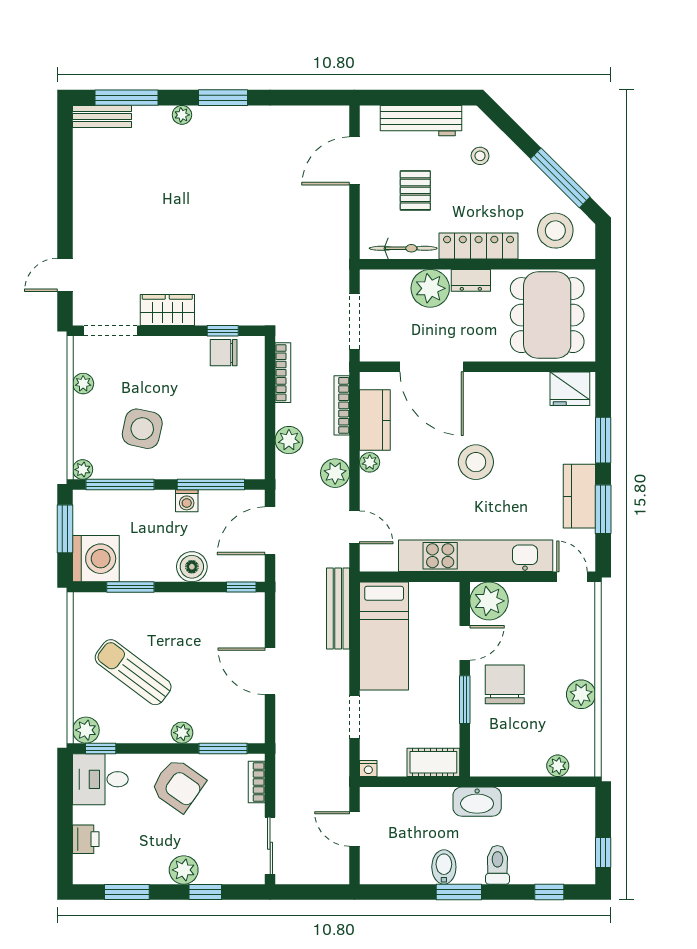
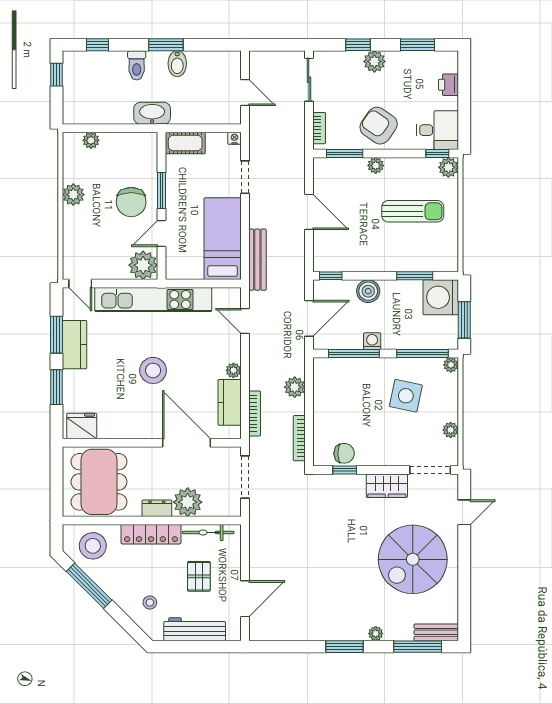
spiral stairs: (133, 213) -> (413, 559), added
plant: (335, 473) -> (260, 362), removed
sun lounger: (133, 672) -> (413, 211), turned -37

